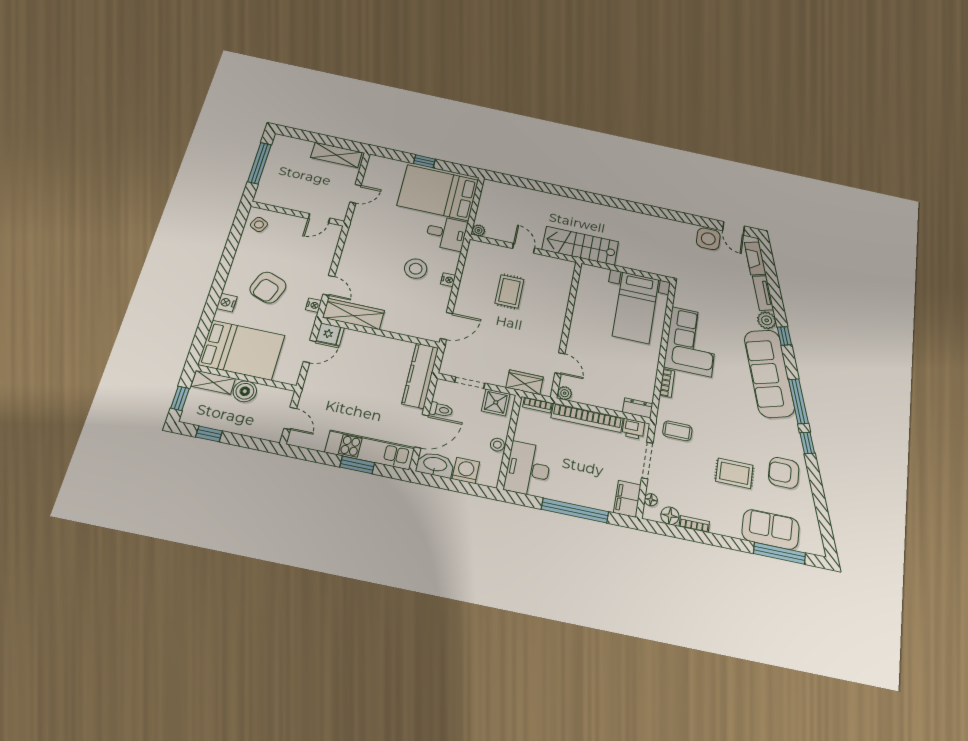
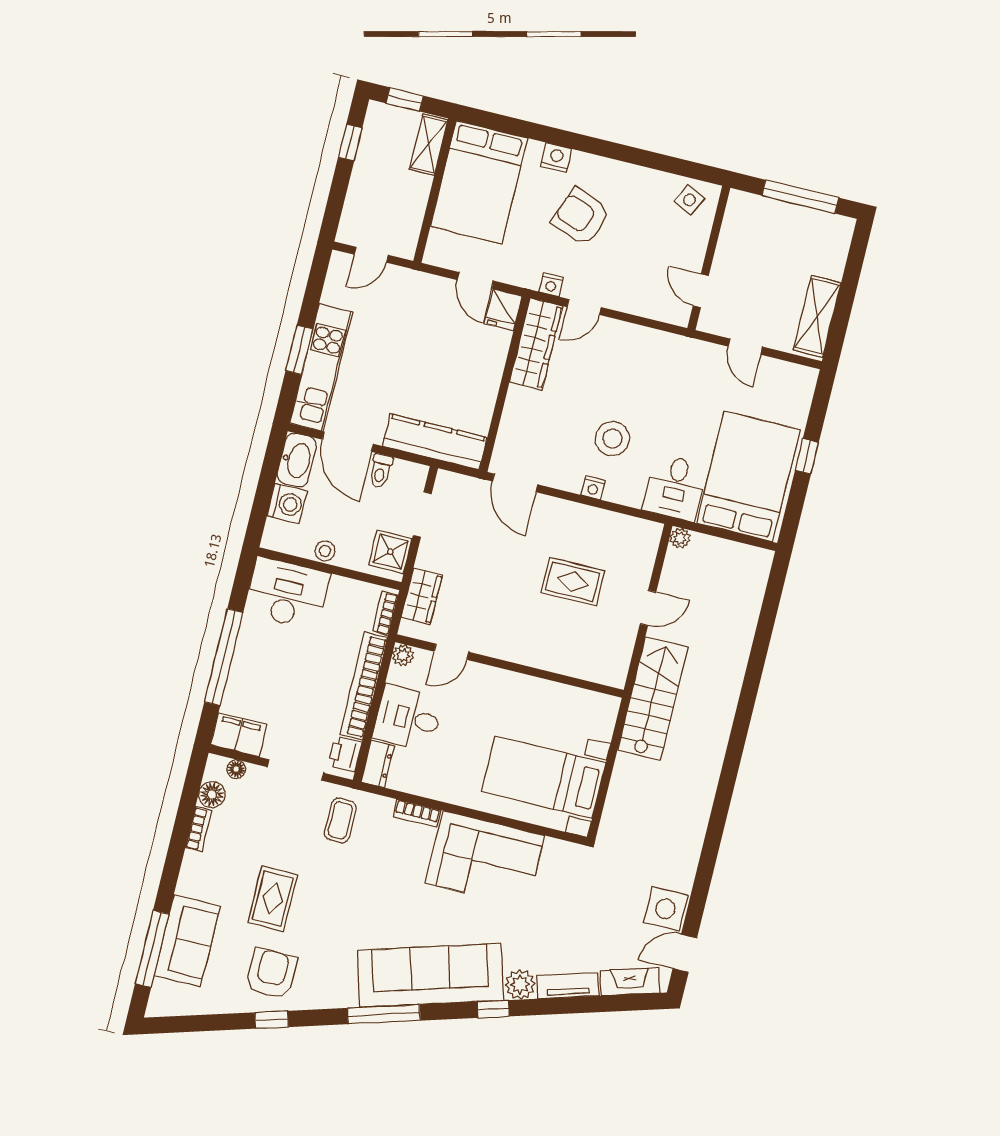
desk: (606, 390) -> (408, 718), added
boiler: (245, 391) -> (414, 190), removed
window: (807, 443) -> (272, 1020), moved

